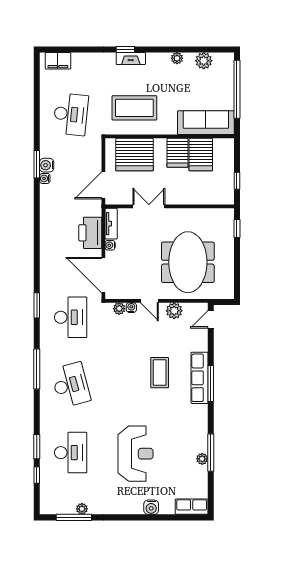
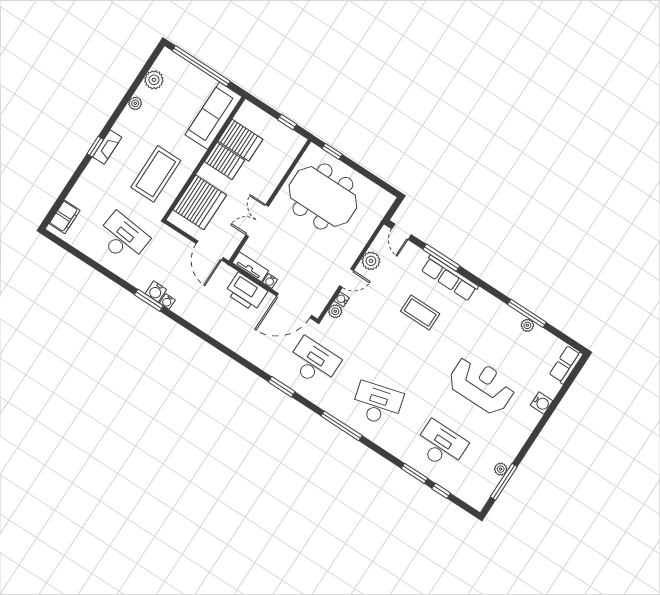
meeting table: (188, 262) -> (323, 196), moved
window: (211, 383) -> (441, 258), moved

